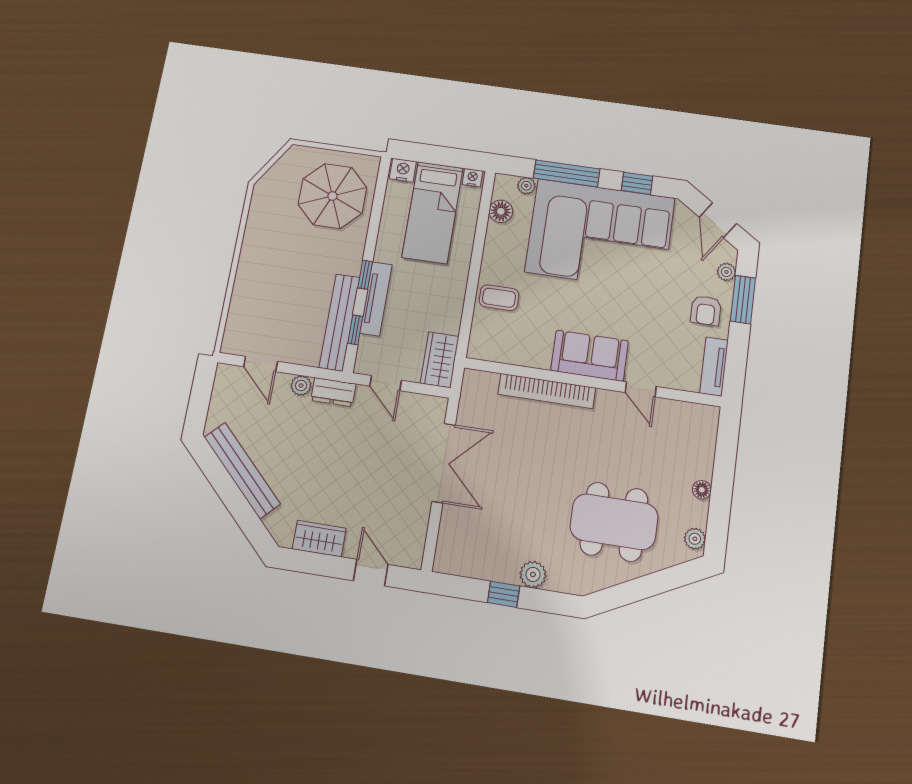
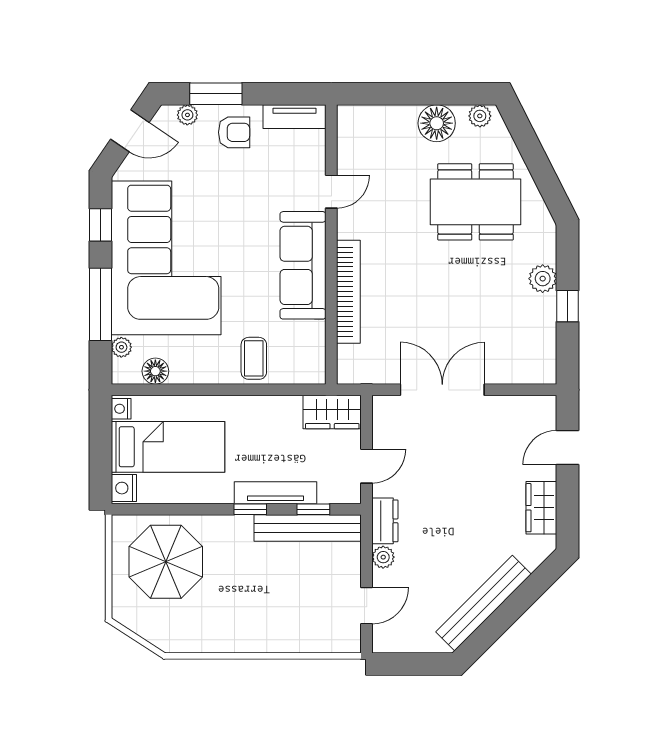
sofa: (590, 356) -> (303, 265), width x1.36
floor lamp: (702, 490) -> (437, 123), width x1.89, depth x1.89
dining table: (614, 522) -> (475, 202), turned 90

